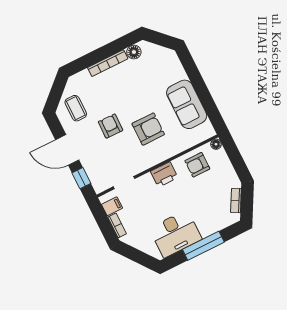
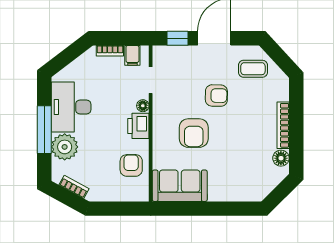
sofa: (187, 104) -> (180, 186), moved
floor lamp: (216, 144) -> (143, 106), moved
plant: (209, 223) -> (65, 147), added

